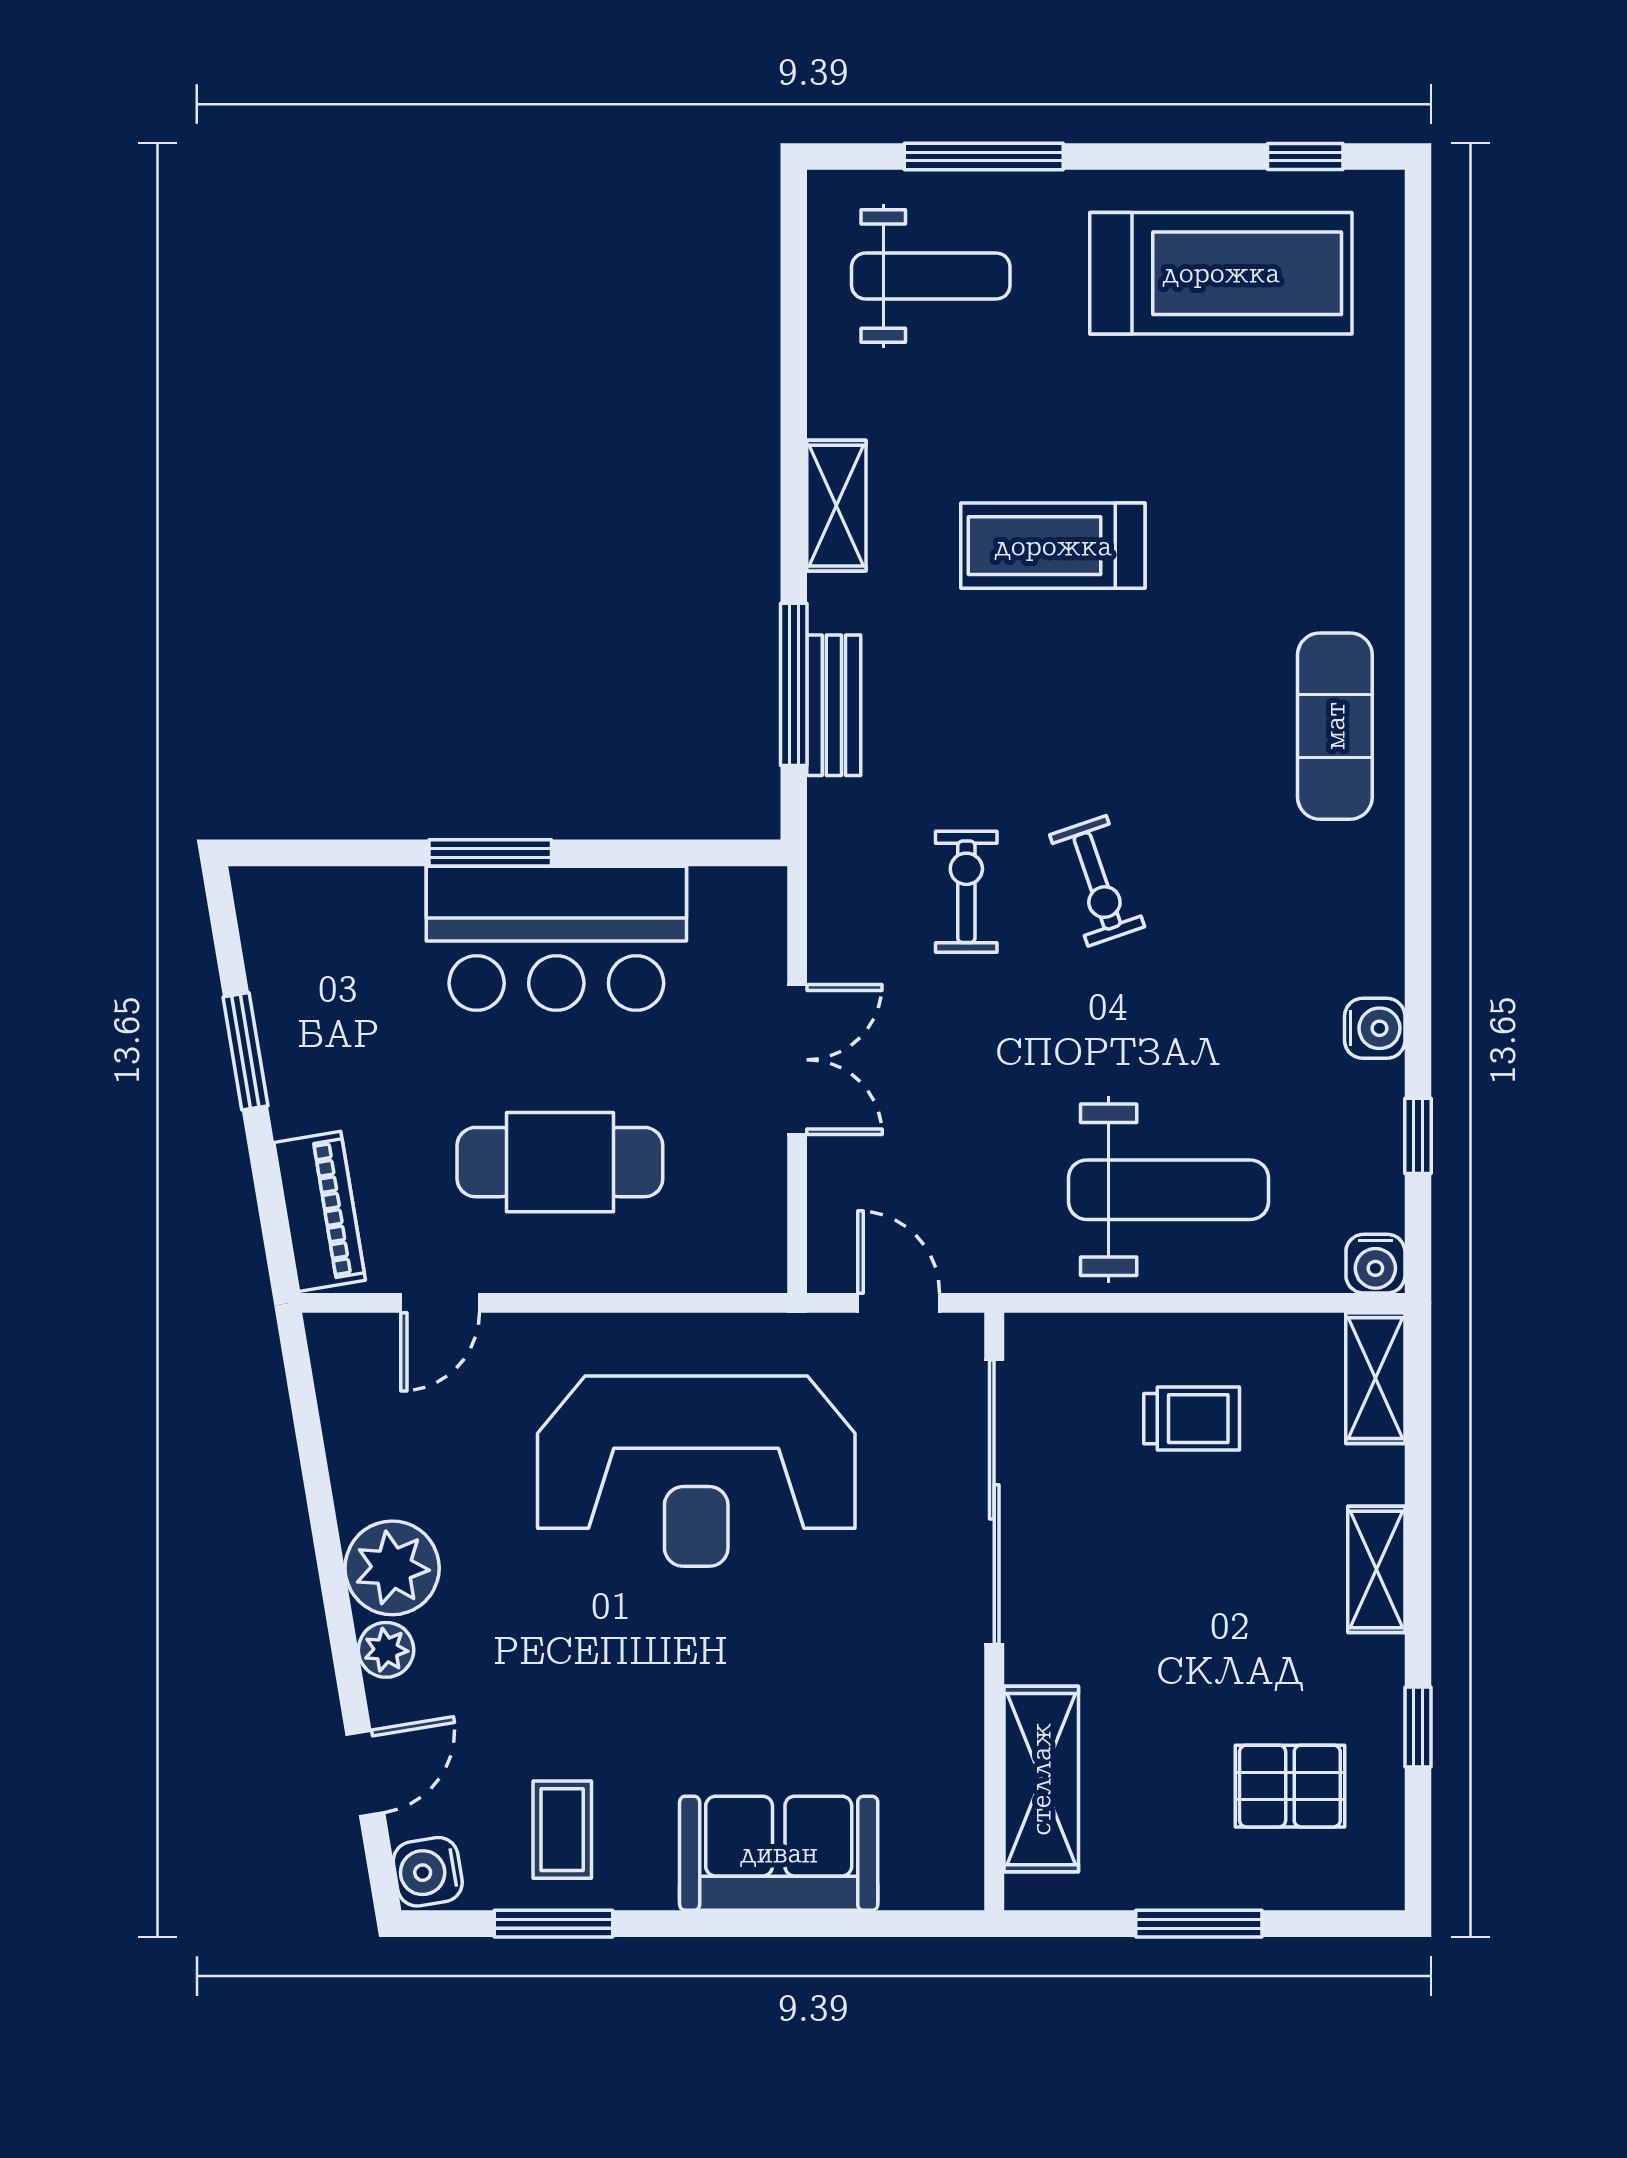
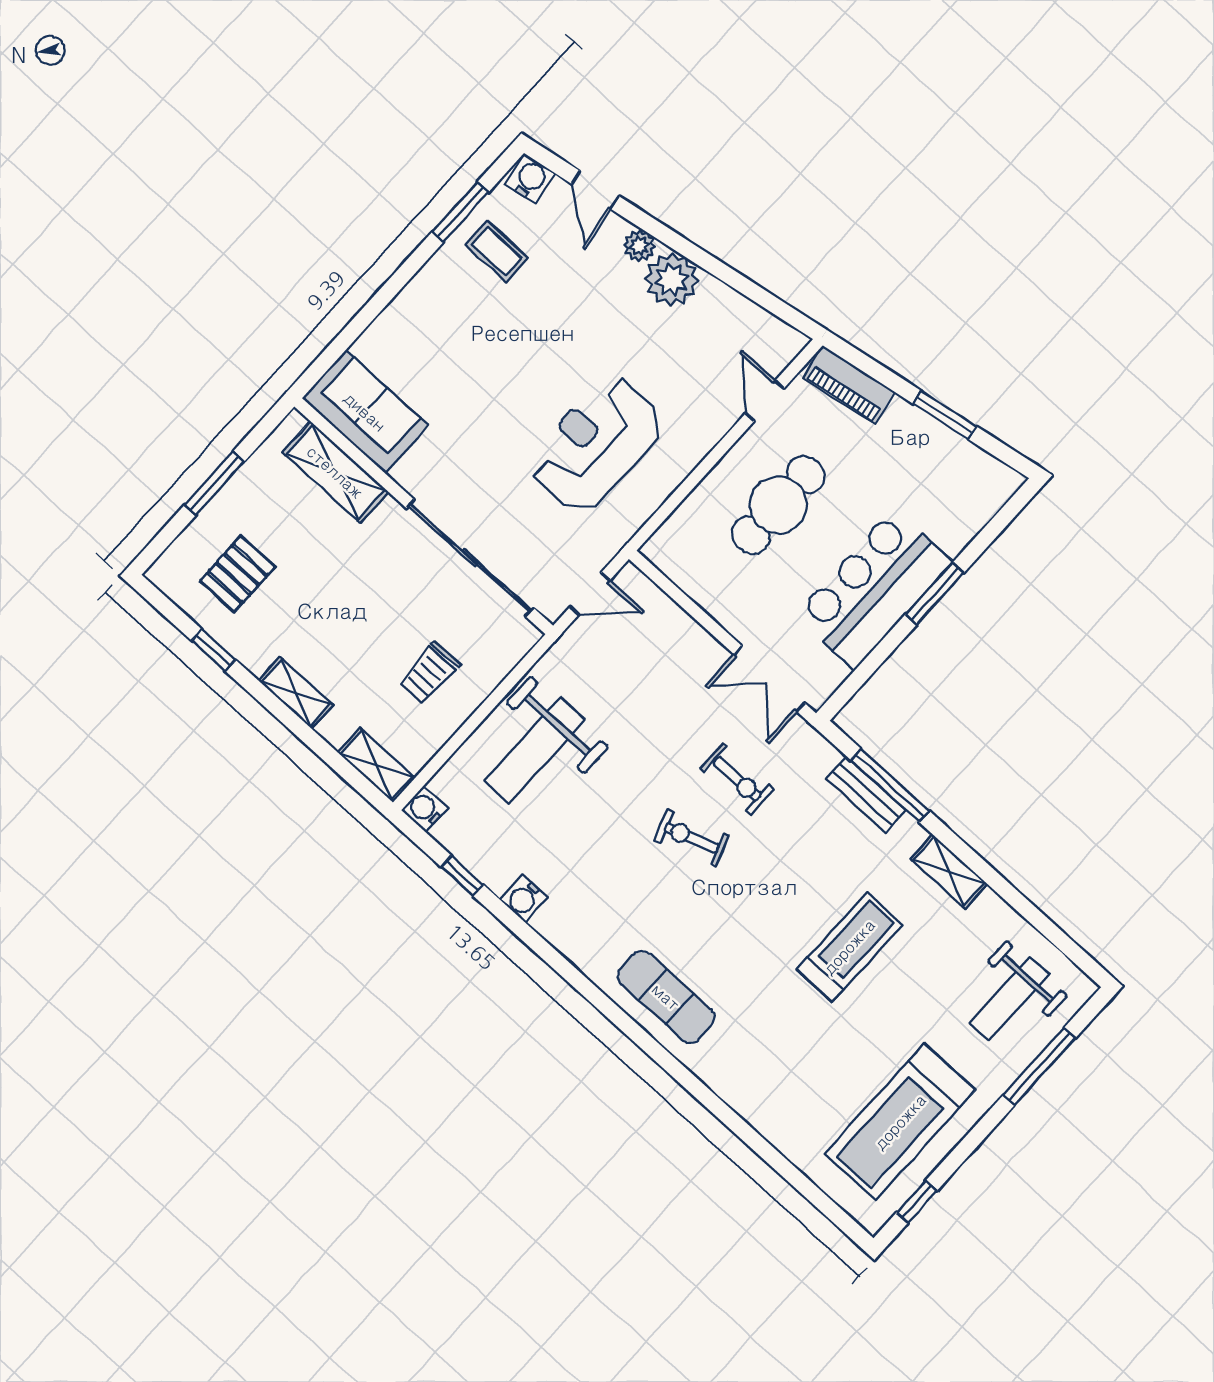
double door: (797, 1060) -> (770, 679), moved
reception desk: (696, 1471) -> (596, 444), width x0.74, depth x0.77
sofa: (779, 1853) -> (365, 412), moved, turned -90

